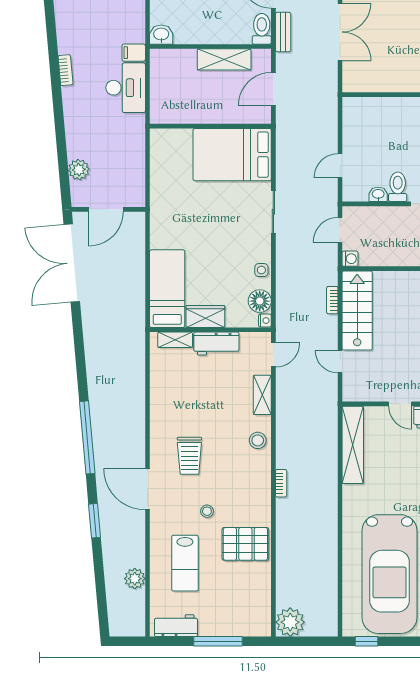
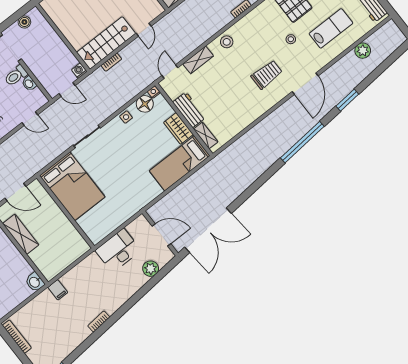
desk: (126, 88) -> (118, 250), moved
door: (273, 355) -> (170, 72), hinge flipped

